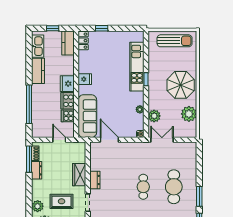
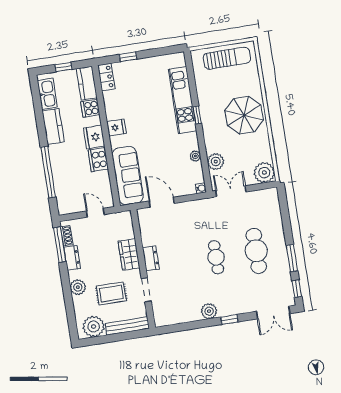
plant: (189, 114) -> (264, 173), moved
cooker: (68, 116) -> (90, 108), moved
plant: (38, 206) -> (78, 287), moved

